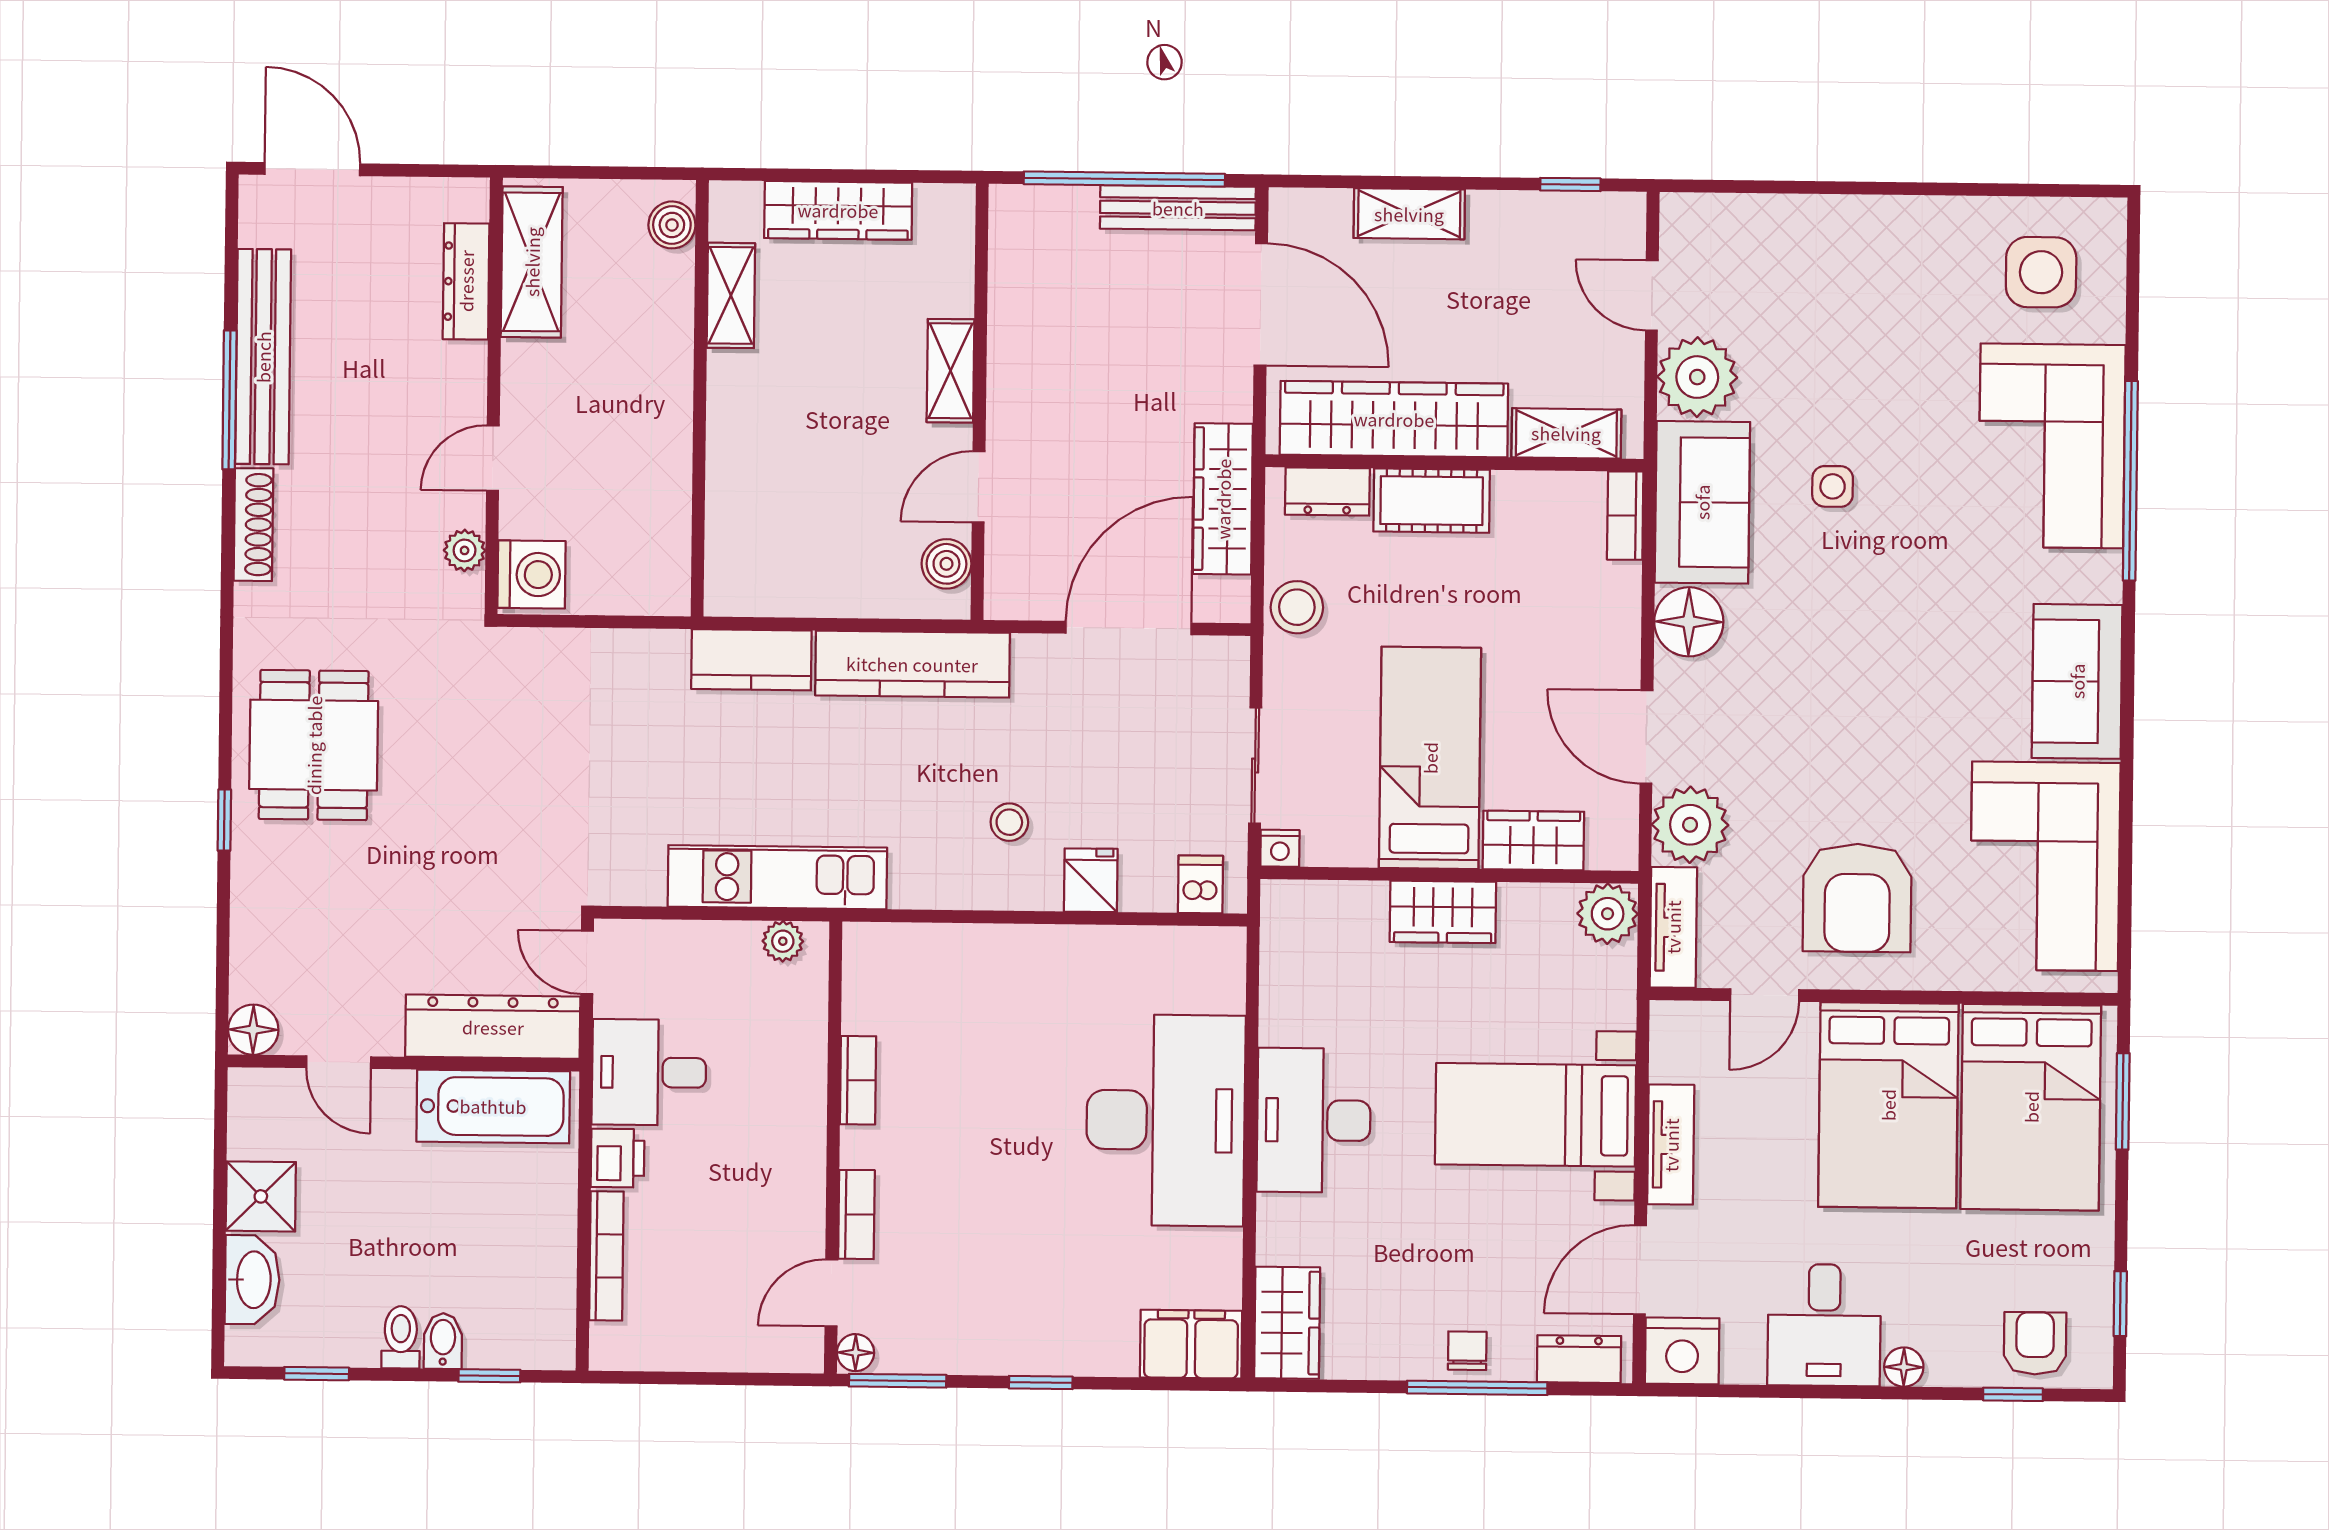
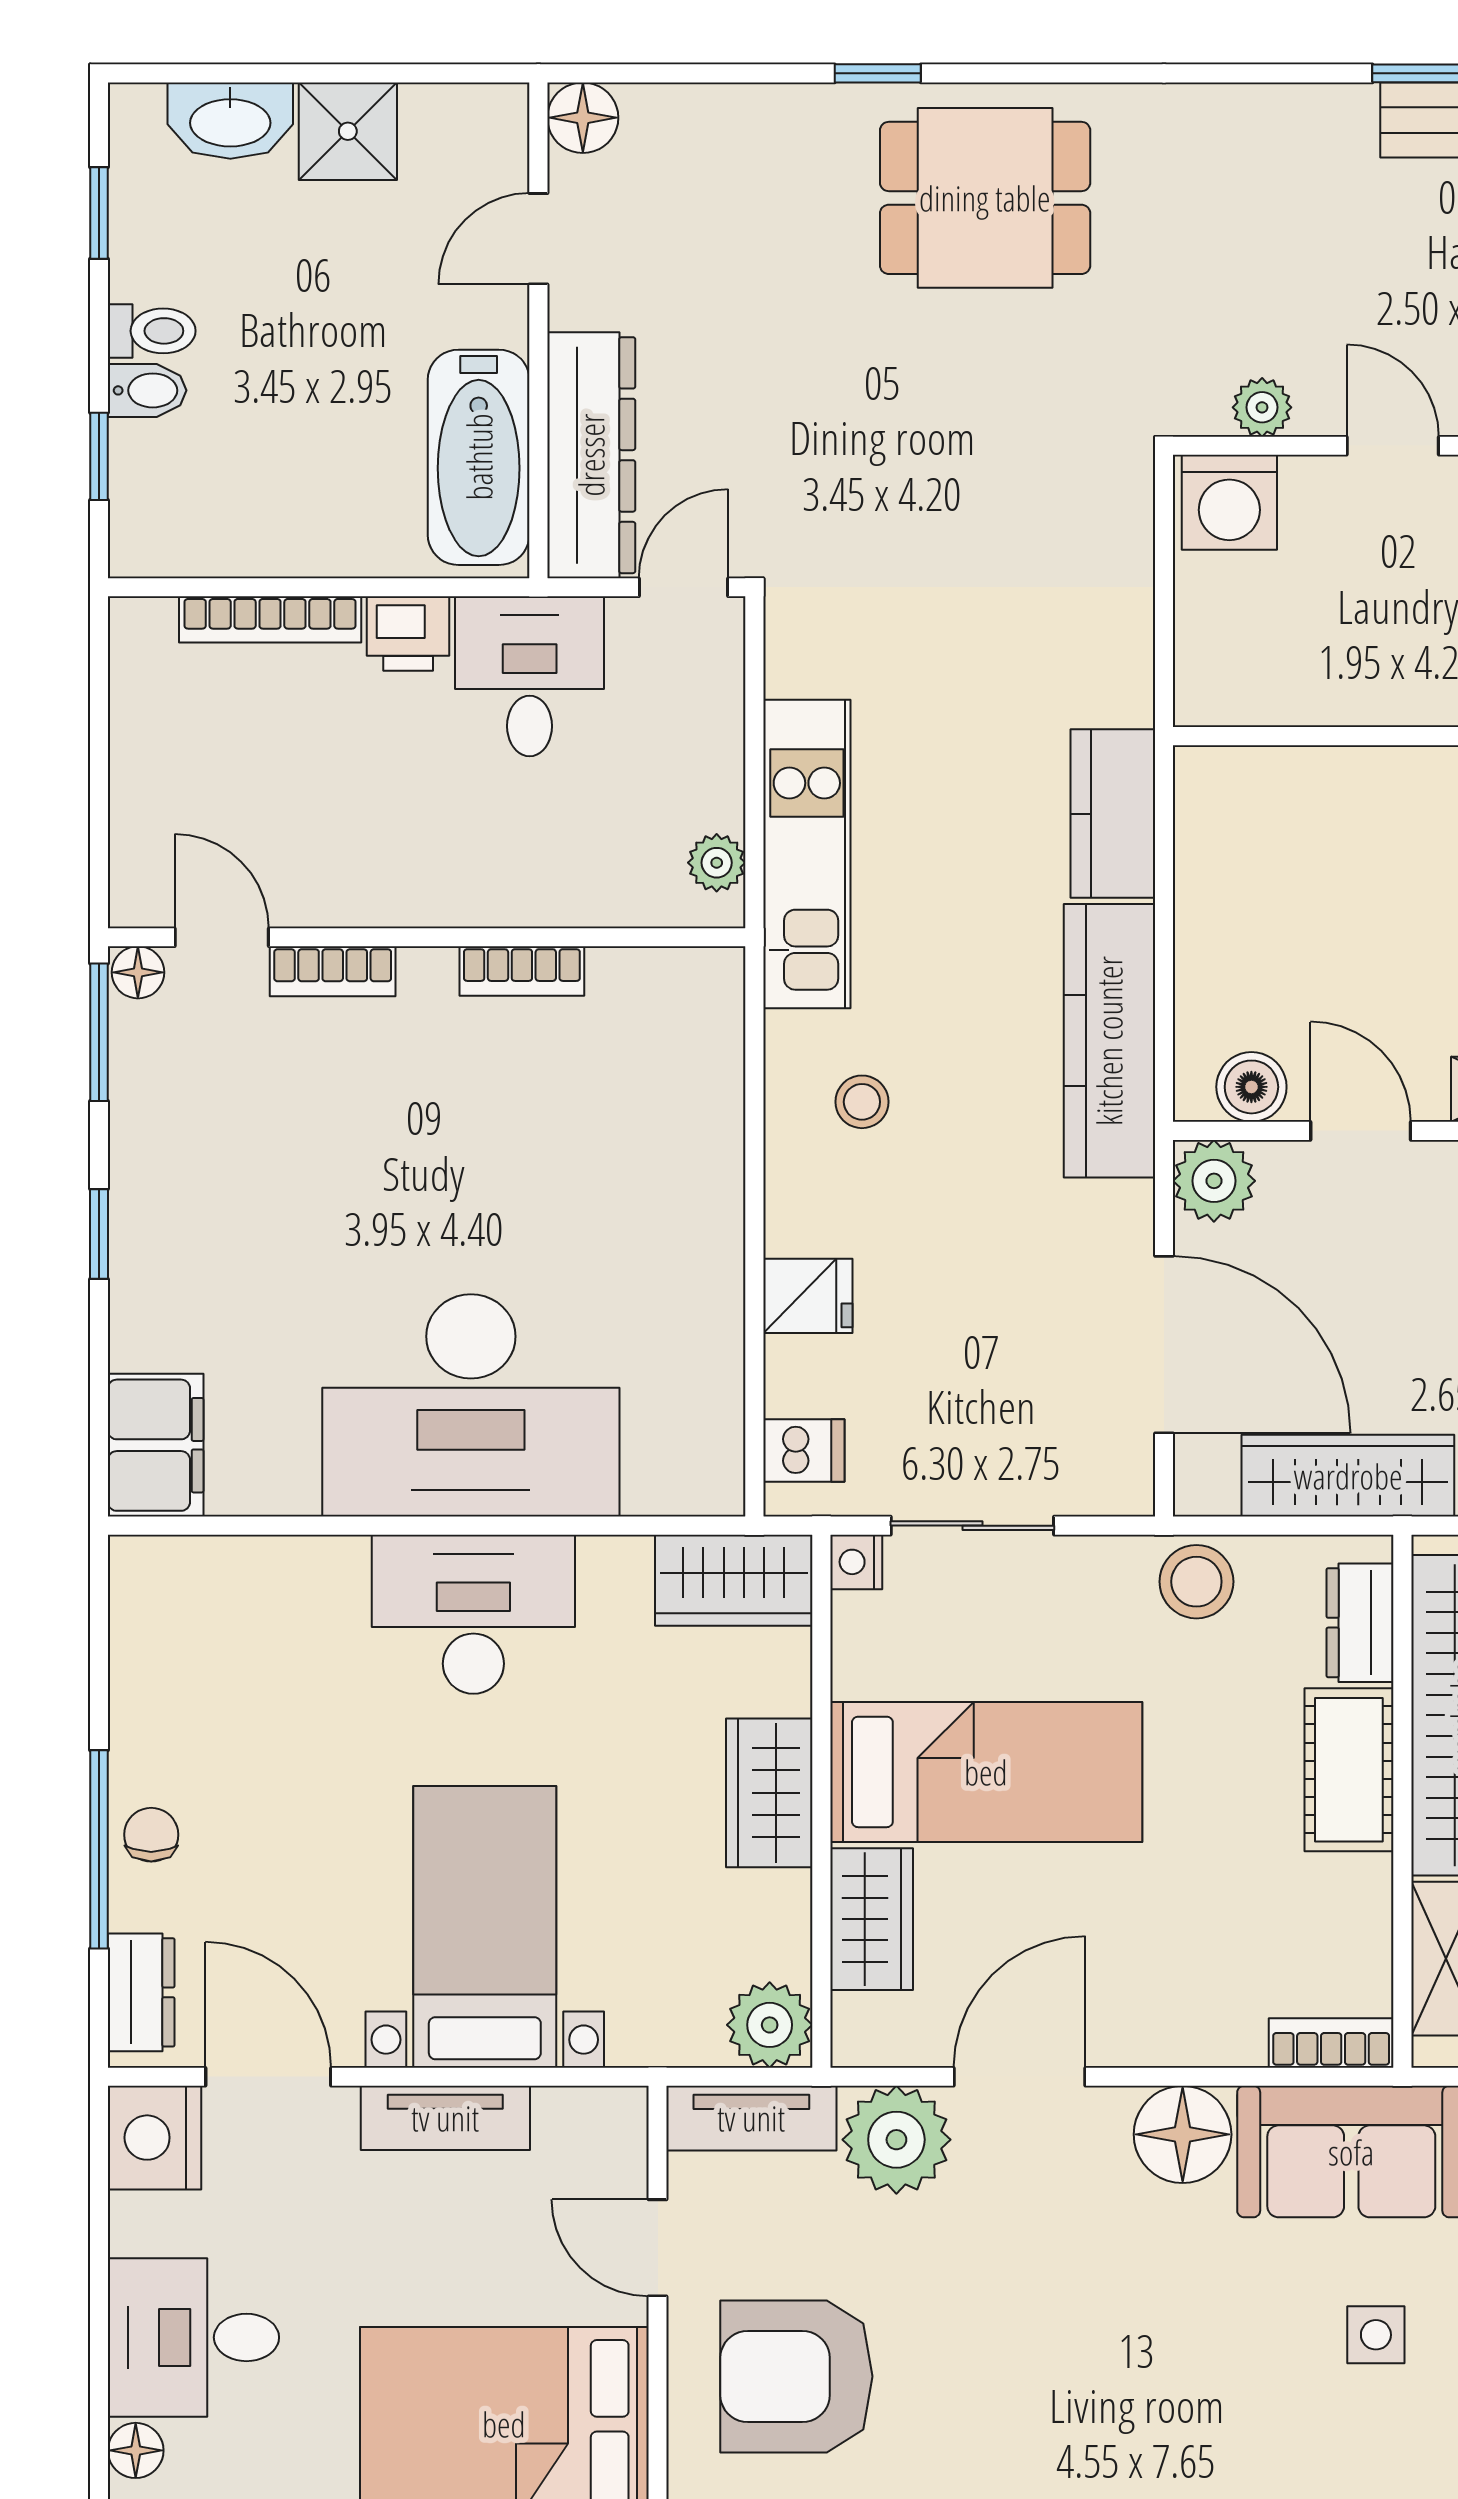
shoe rack: (253, 525) -> (1295, 109), removed
plant: (1013, 591) -> (1214, 1181), added
stool: (1009, 822) -> (862, 1102), moved
wardrobe: (1287, 1323) -> (734, 1580), moved
chair: (1467, 1351) -> (151, 1835), turned -90

